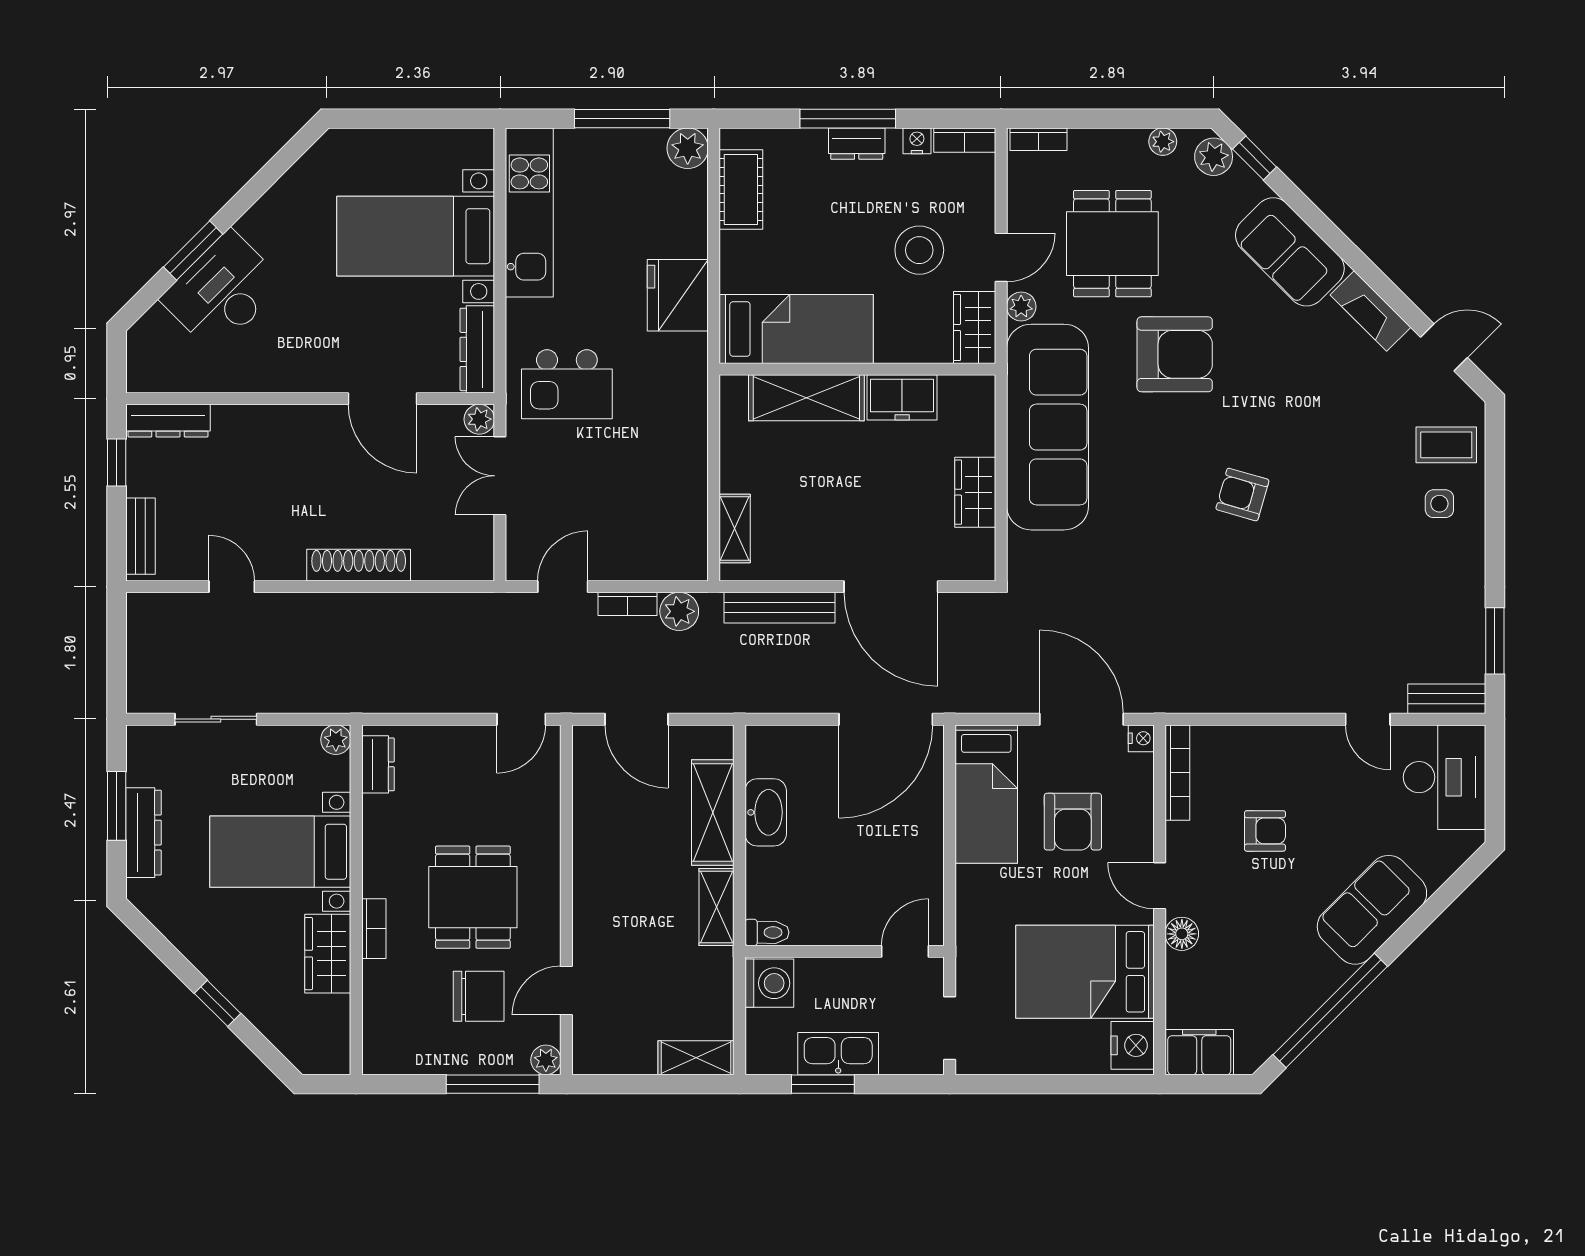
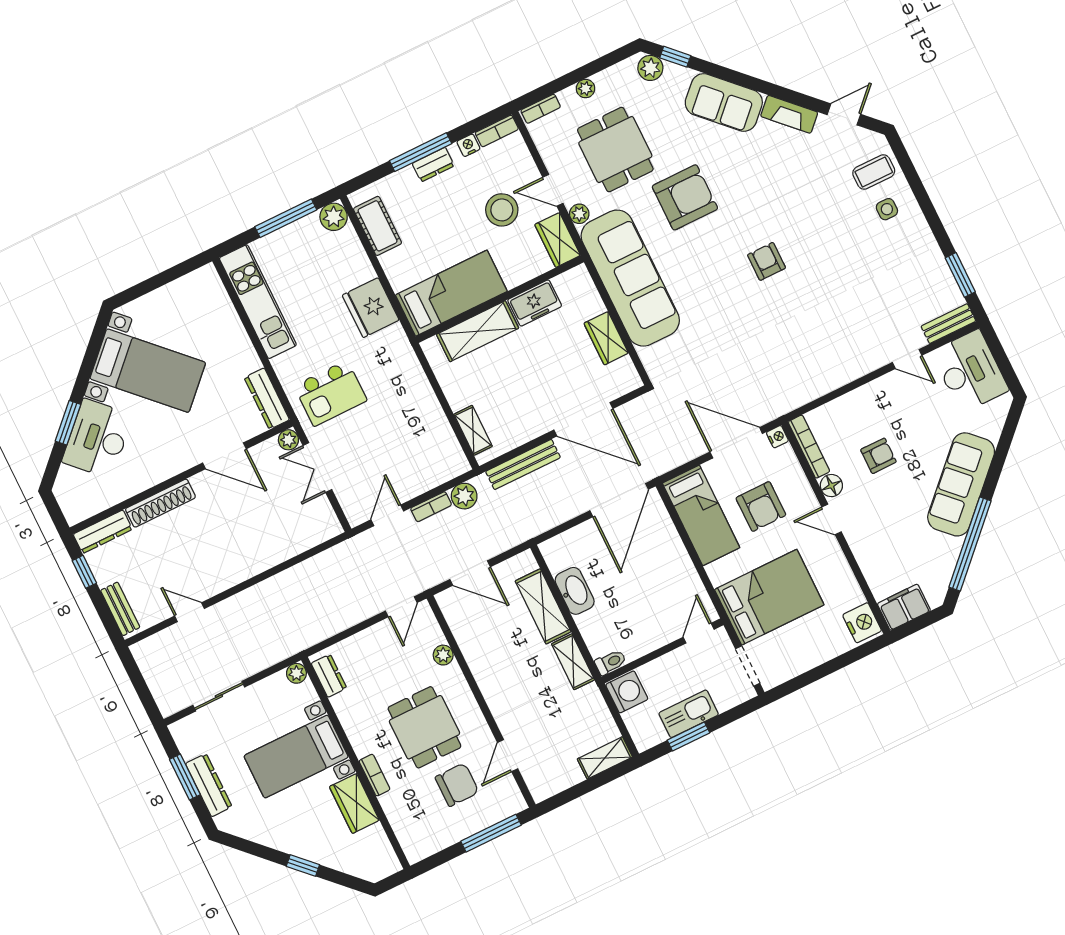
plant: (1163, 142) -> (585, 89), moved
bed with nightstands: (416, 236) -> (148, 371), moved, turned -135
door: (1001, 257) -> (553, 190), swing flipped
armchair: (1242, 495) -> (766, 261), turned 74
shoe rack: (359, 565) -> (160, 503), moved, turned 180
sofa: (1372, 910) -> (961, 484), width x1.36
floor lamp: (1182, 934) -> (831, 486), moved
bed: (1085, 972) -> (769, 597), moved, turned 180
plant: (546, 1060) -> (443, 655), moved

